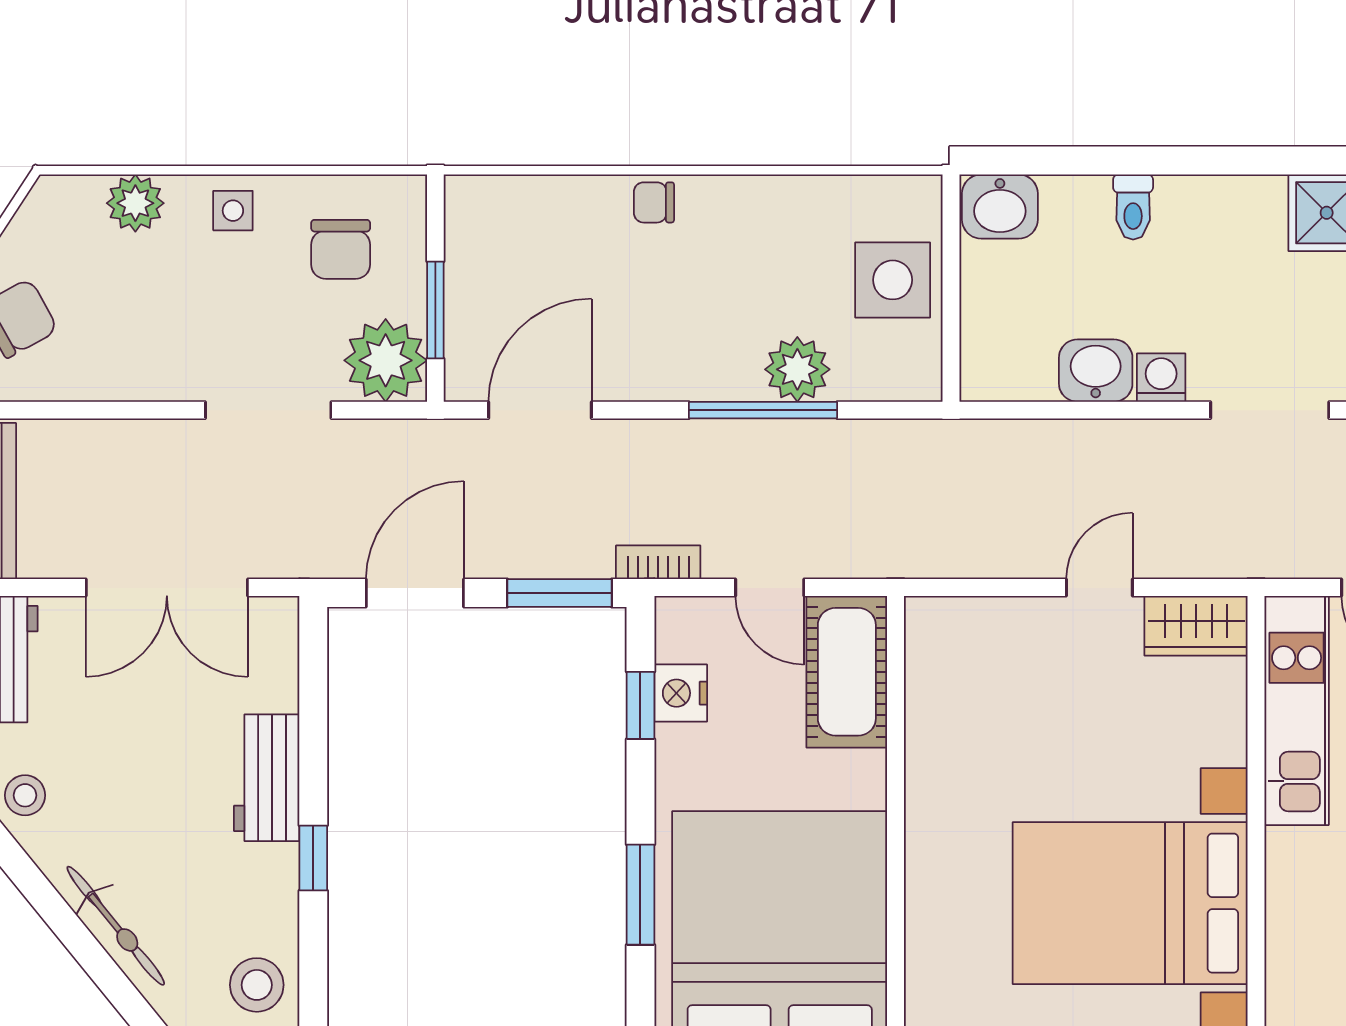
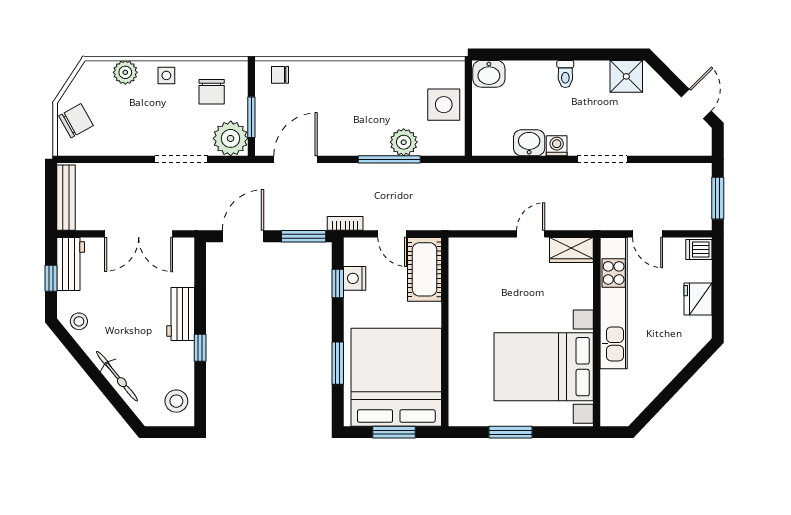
chair: (654, 202) -> (280, 75), moved
toilet: (1133, 207) -> (565, 74), moved
kitchen unit: (1297, 710) -> (614, 303), width x1.36

